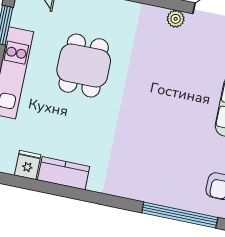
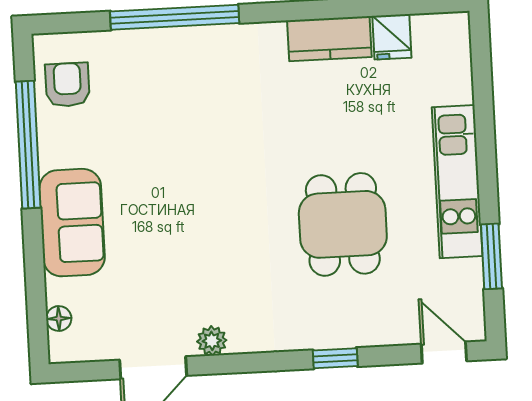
window: (180, 215) -> (175, 17), moved

